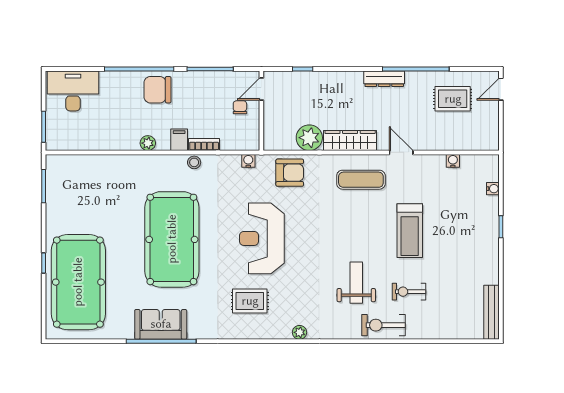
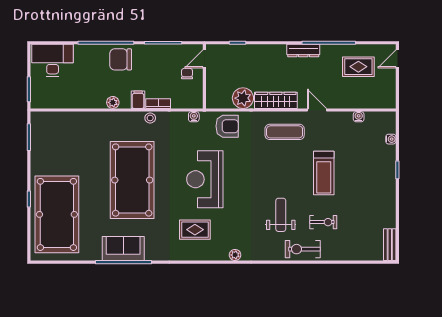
exercise bike: (409, 292) -> (323, 222), turned 180
bench: (492, 312) -> (390, 245), width x0.73

